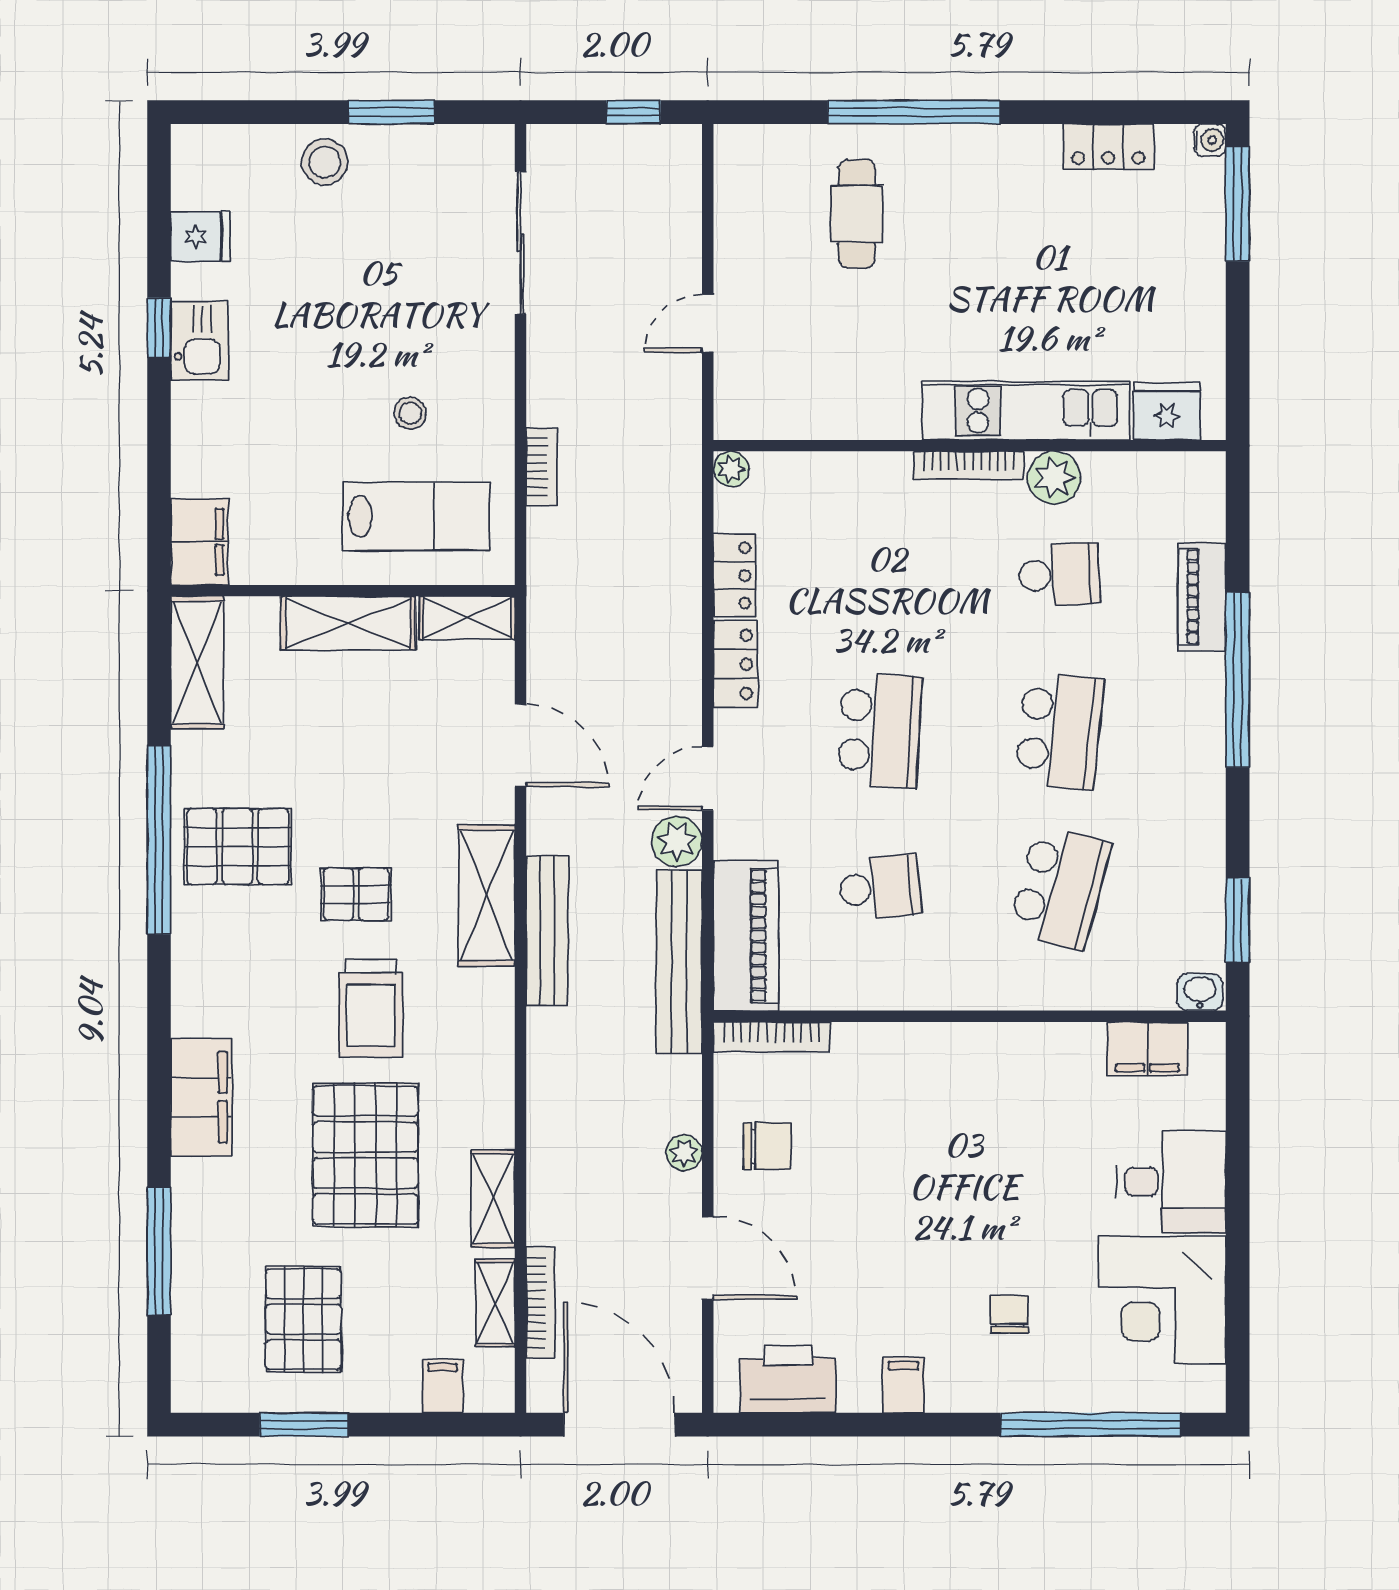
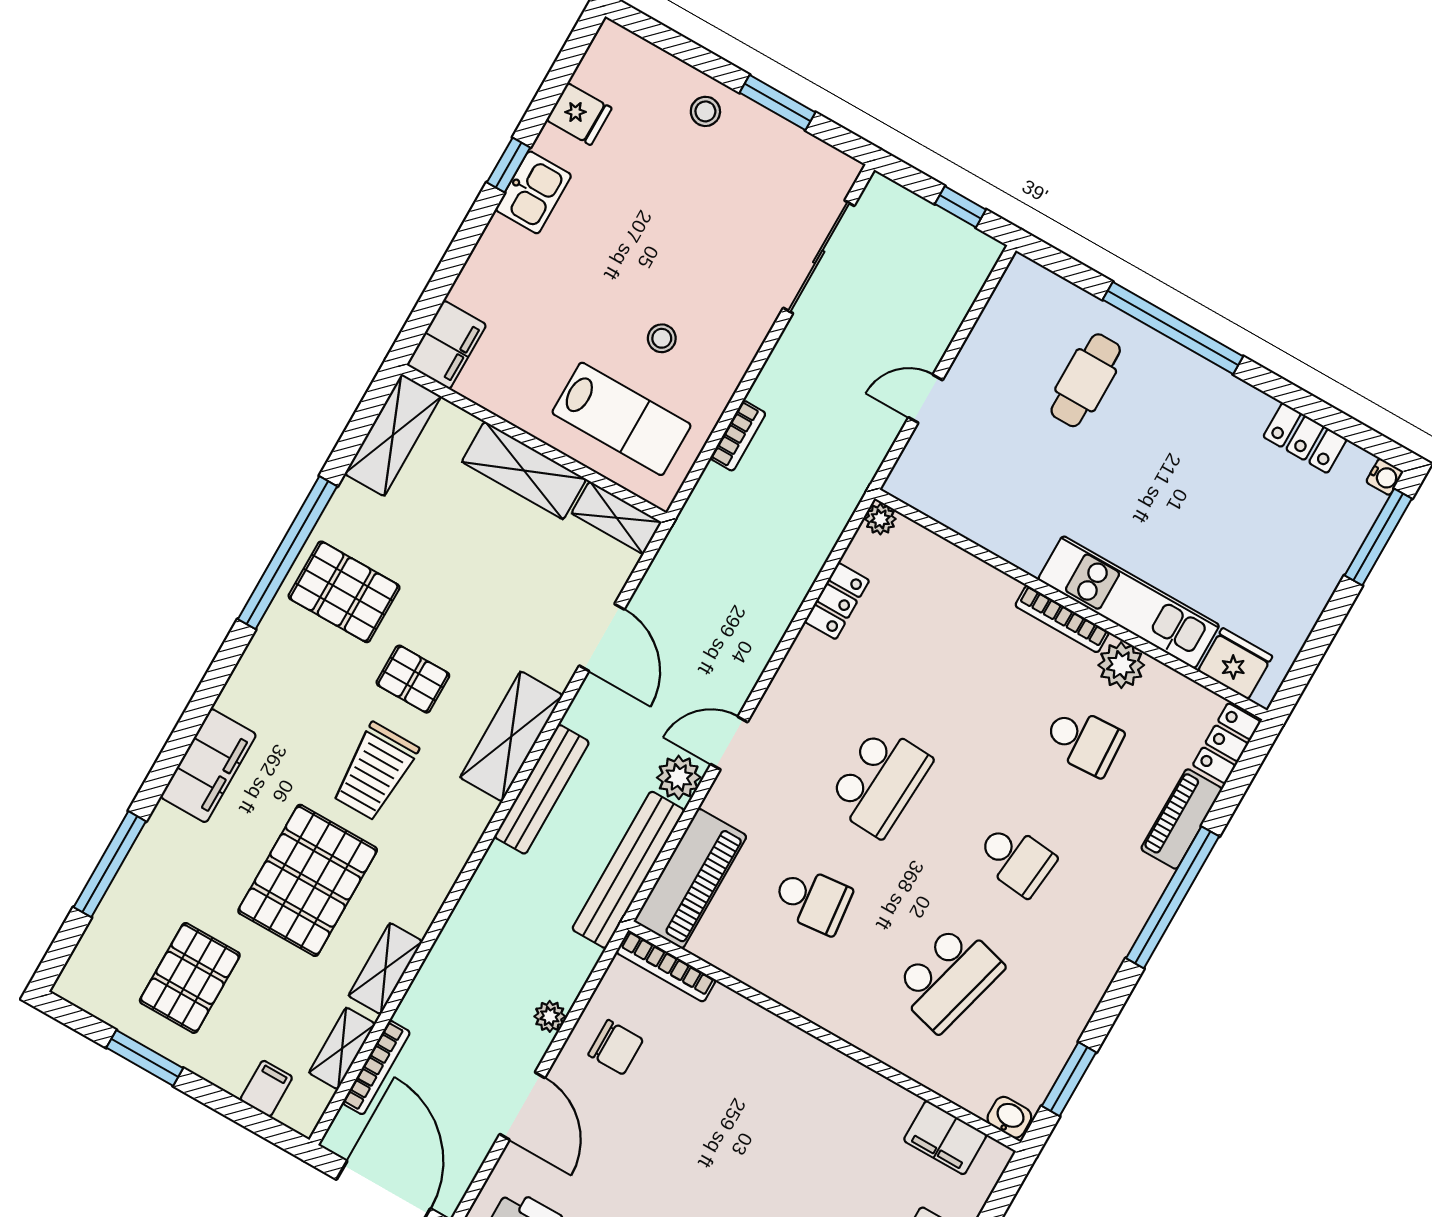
stool: (325, 162) -> (705, 111), width x0.73, depth x0.73
locker: (735, 664) -> (1227, 743), moved, turned 180
school desk: (1060, 731) -> (1016, 859), width x0.54

